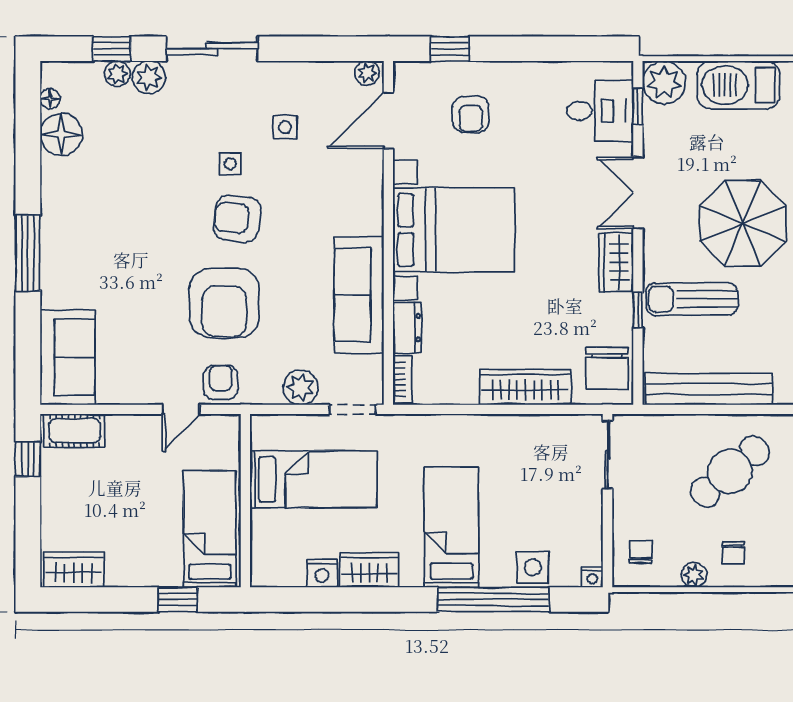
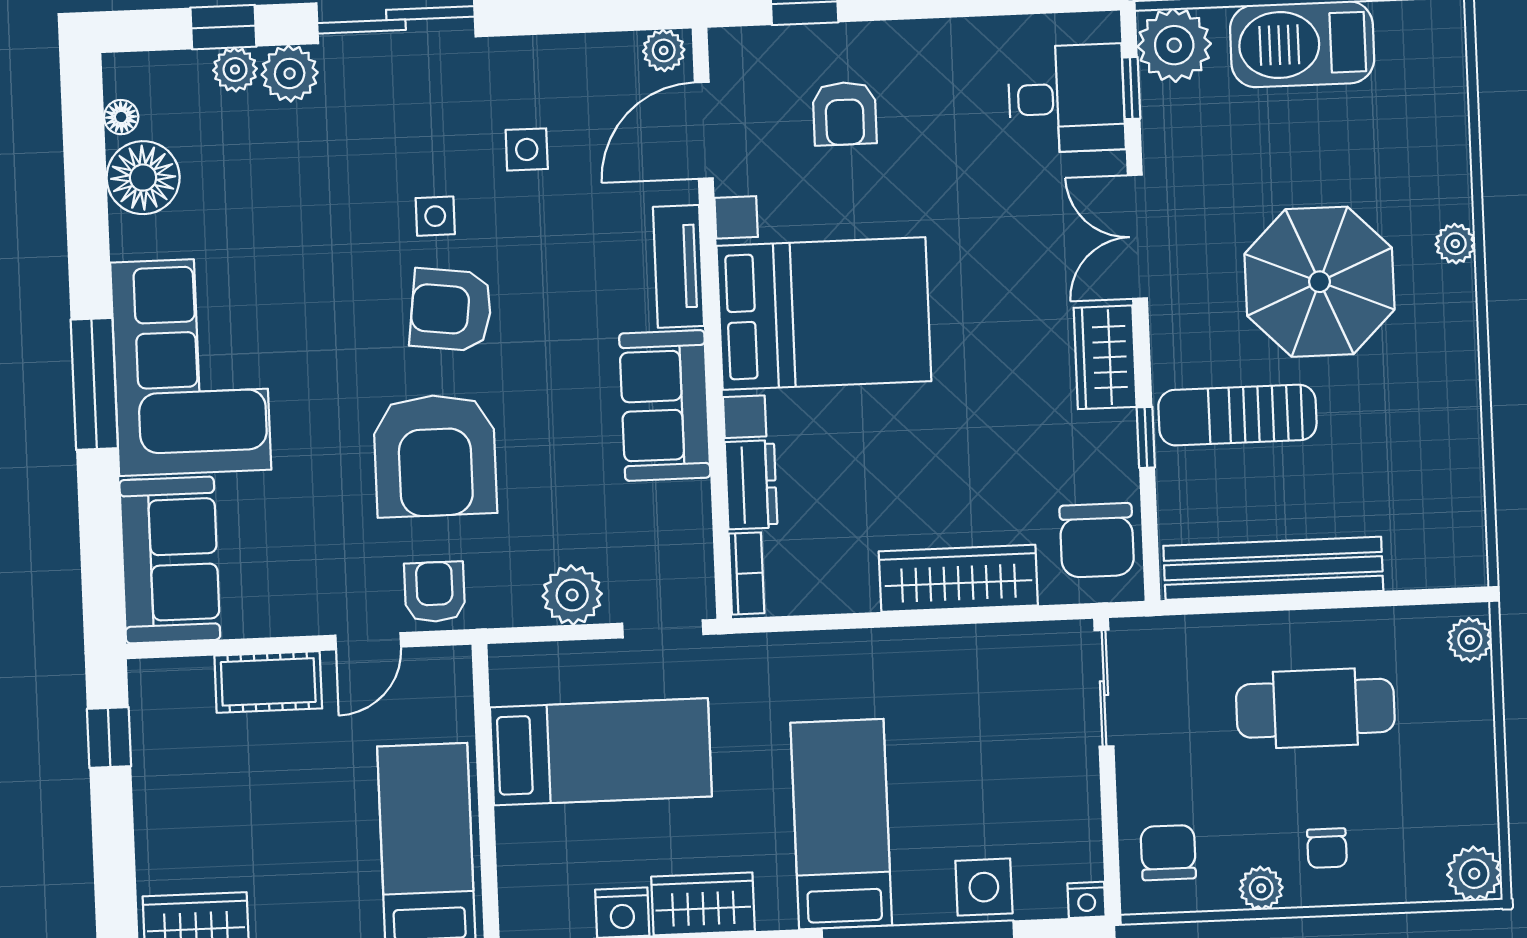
tv unit: (370, 199) -> (679, 266), added
corner sofa: (84, 245) -> (191, 366), added
sofa: (359, 295) -> (665, 406), width x0.73
cot: (75, 431) -> (268, 682), moved
cafe table: (730, 471) -> (1315, 708), turned 40
chair: (641, 552) -> (1168, 853), width x1.37, depth x1.37

